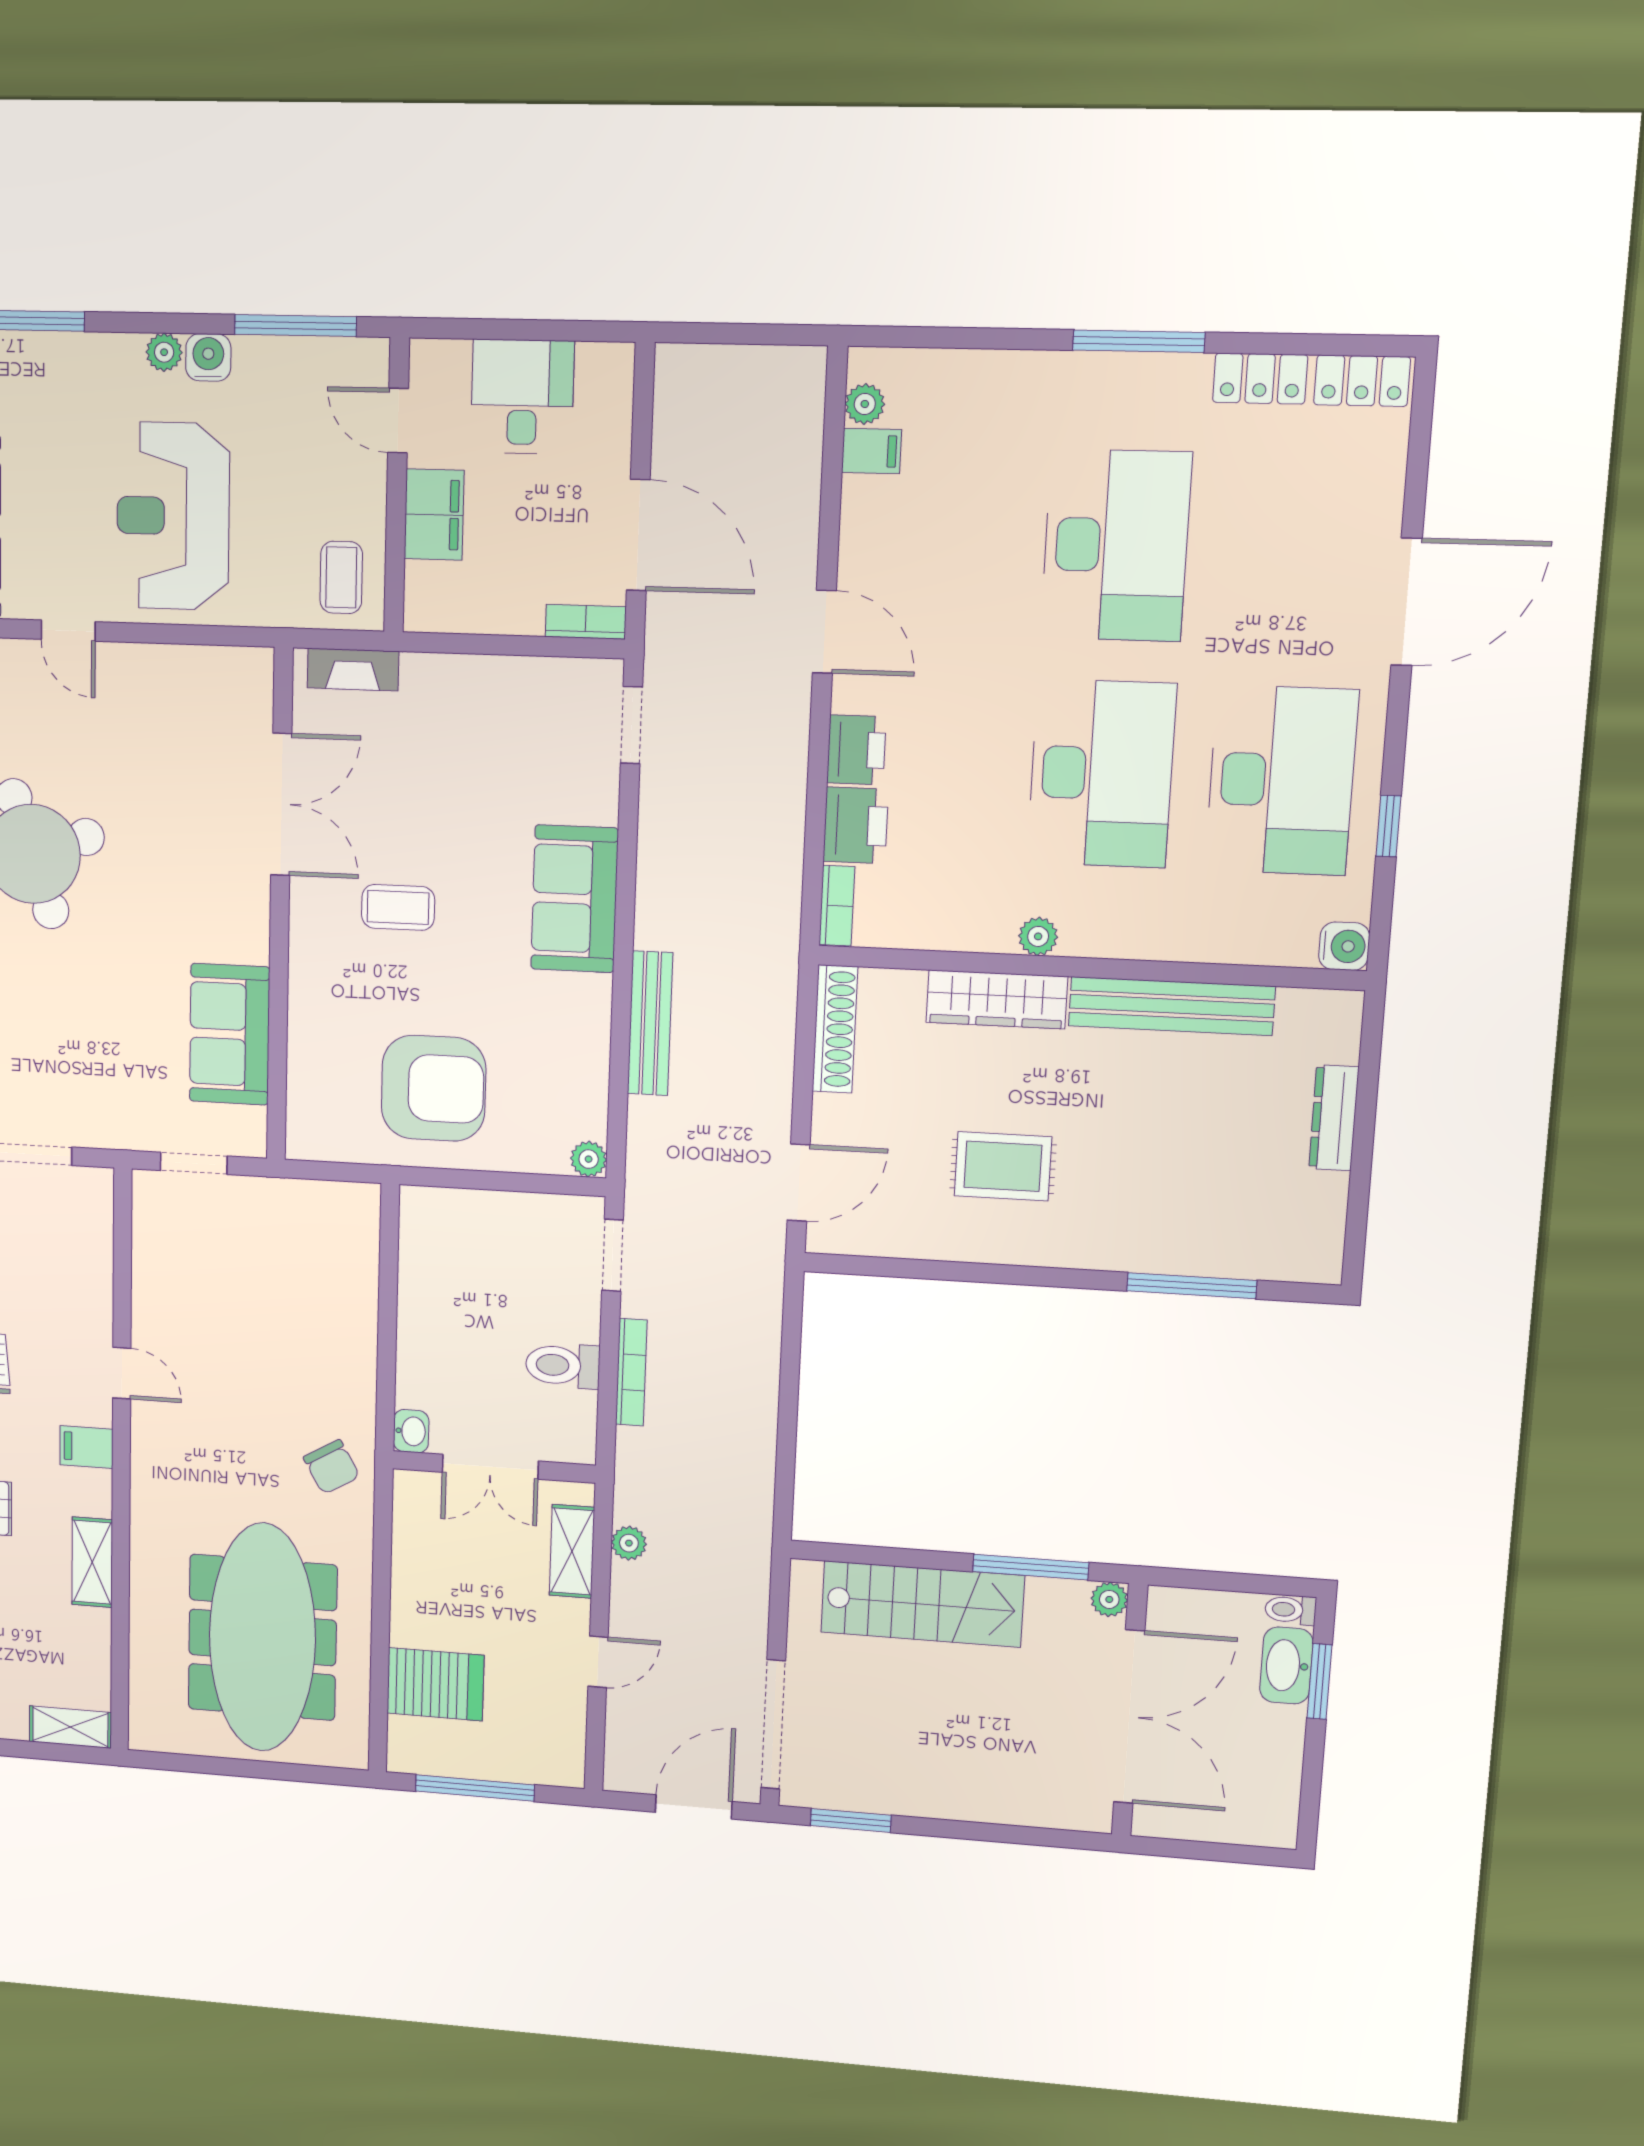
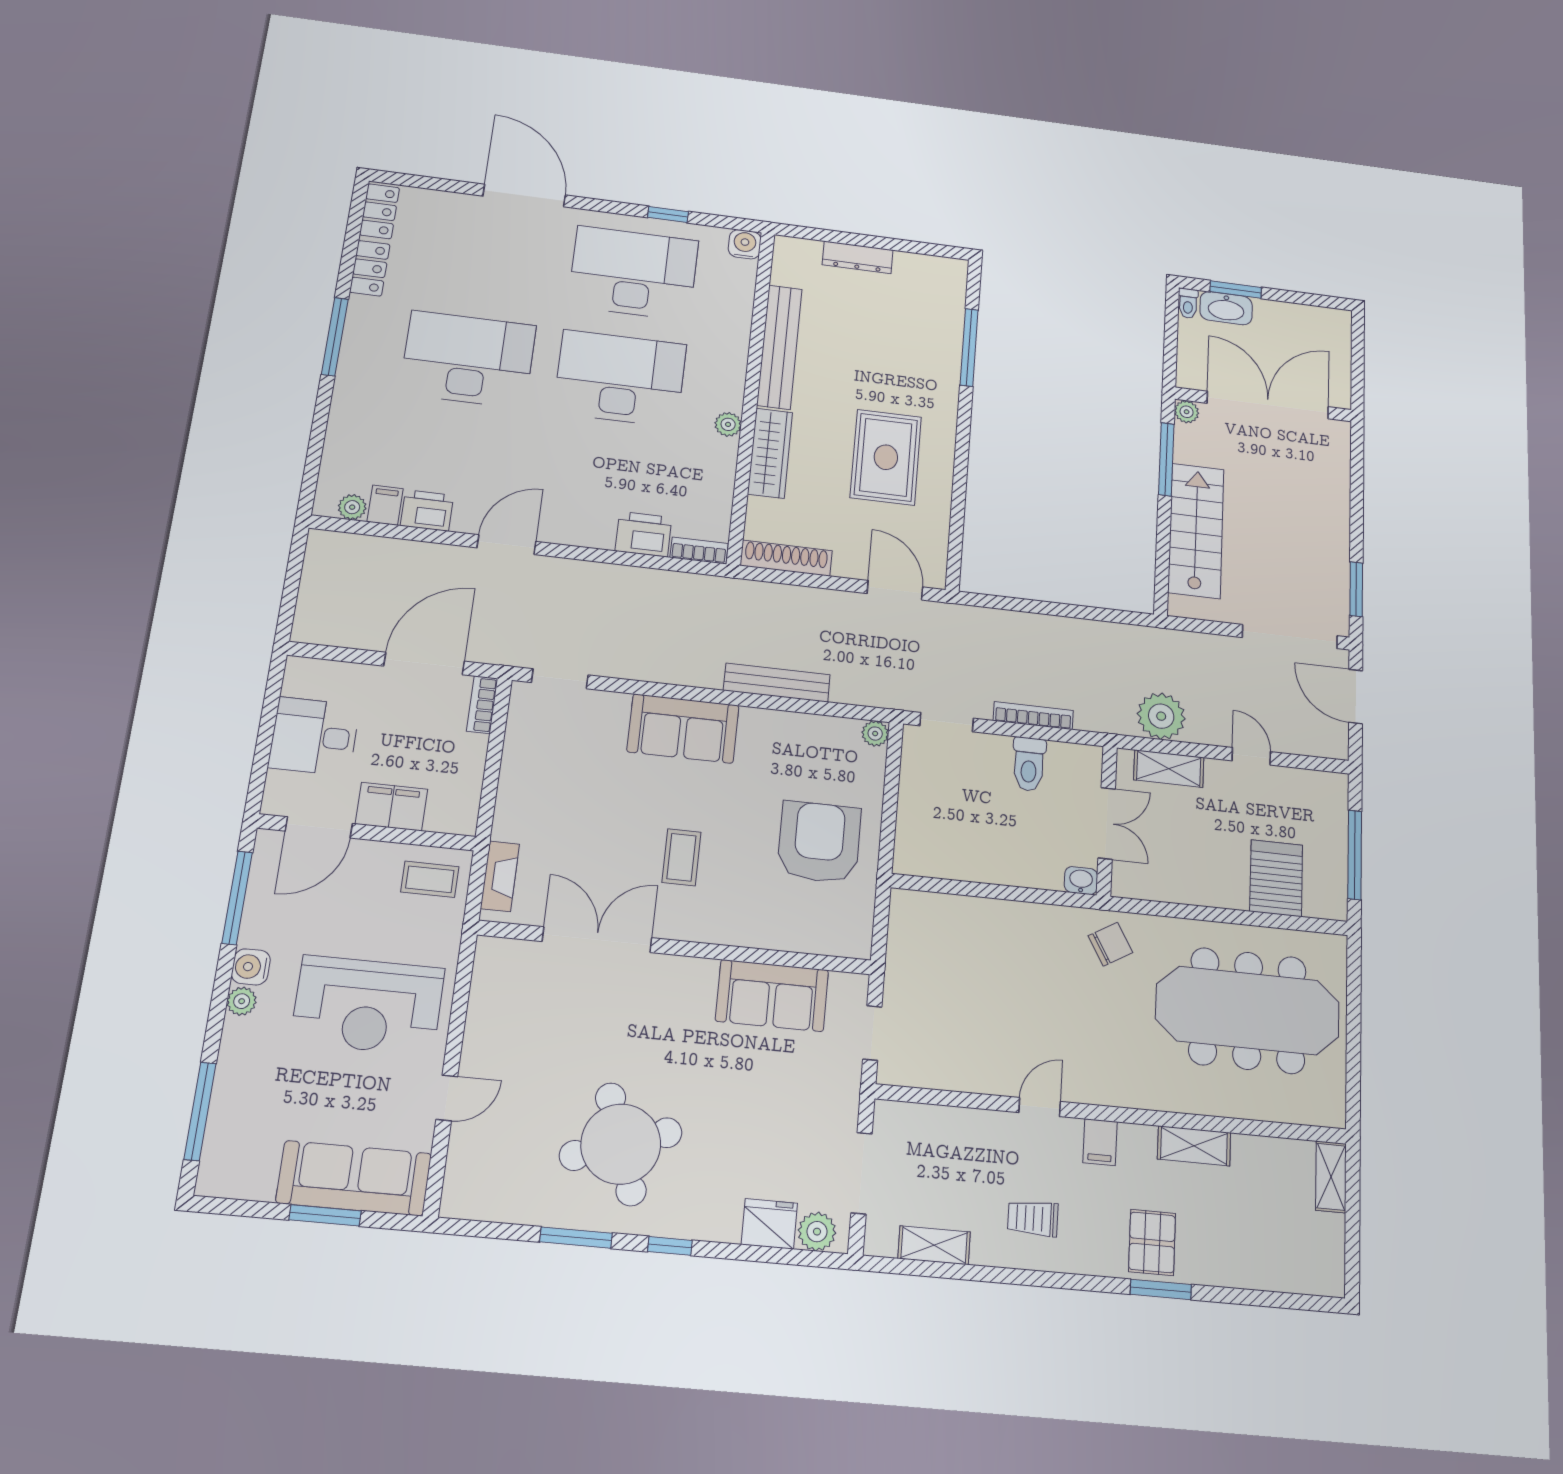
door: (398, 421) -> (319, 827), width x1.38
printer: (856, 750) -> (427, 510), moved
rug: (1003, 1166) -> (886, 457), width x1.36, depth x1.43
plant: (629, 1543) -> (1161, 716), width x1.88, depth x1.88

